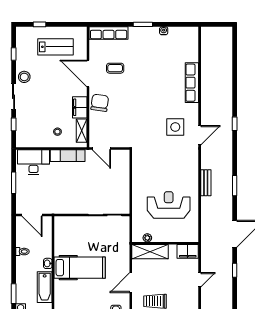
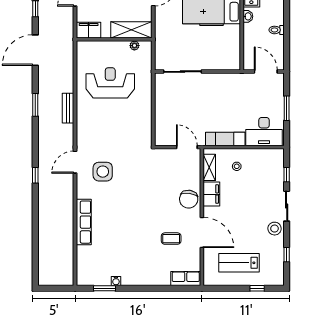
window: (143, 24) -> (104, 288), moved
row of seats: (109, 33) -> (186, 279), width x0.68
reception desk: (169, 205) -> (110, 83), turned 180

